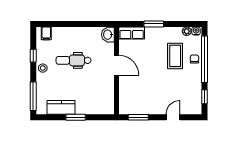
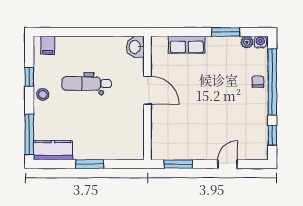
window: (154, 24) -> (226, 32), moved
row of seats: (132, 33) -> (187, 45), moved
coffee table: (175, 56) -> (230, 77), removed
kitchen counter: (61, 107) -> (53, 150), moved

